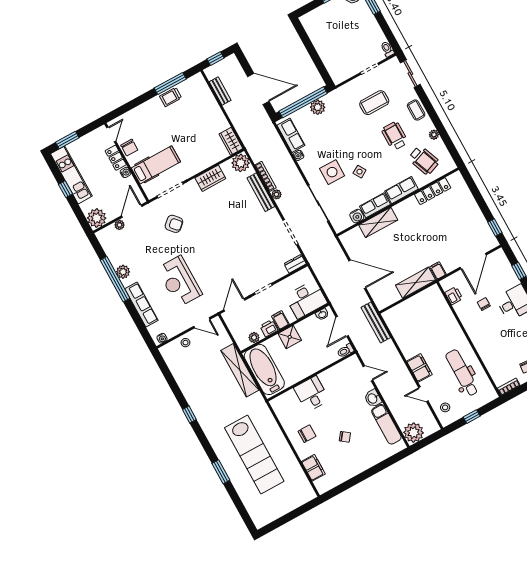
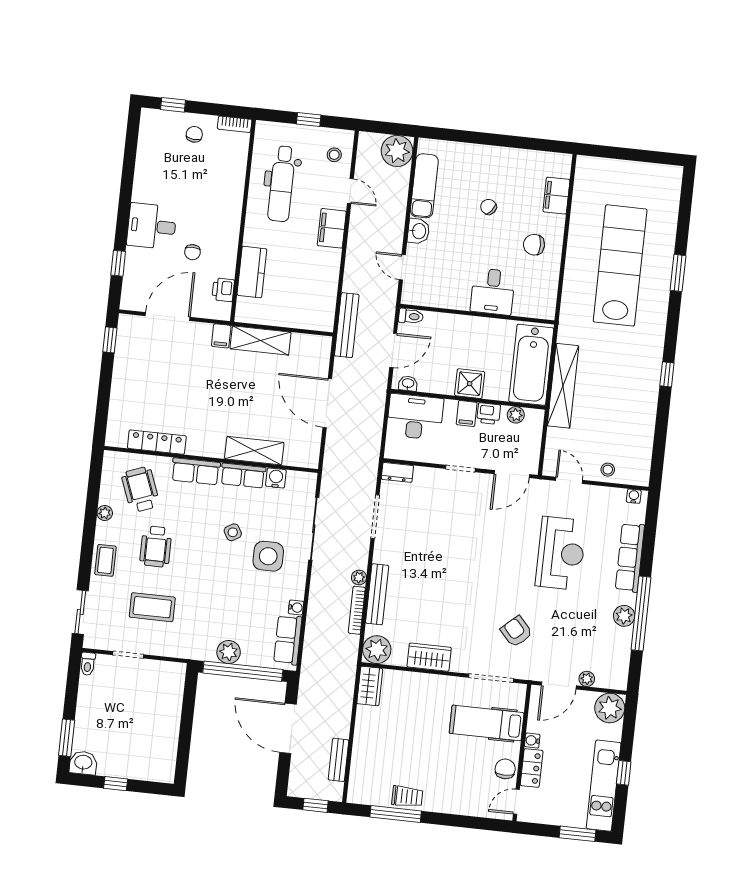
kitchen counter: (445, 315) -> (252, 272), added

